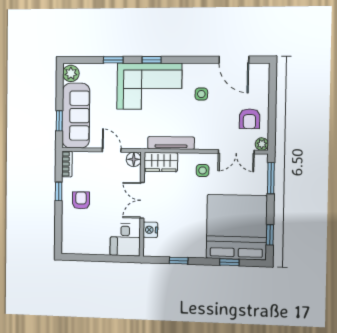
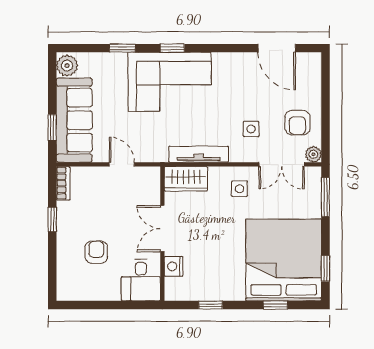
side table: (201, 94) -> (251, 129), moved
floor lamp: (134, 159) -> (151, 176), removed
armchair: (81, 200) -> (96, 252), moved

